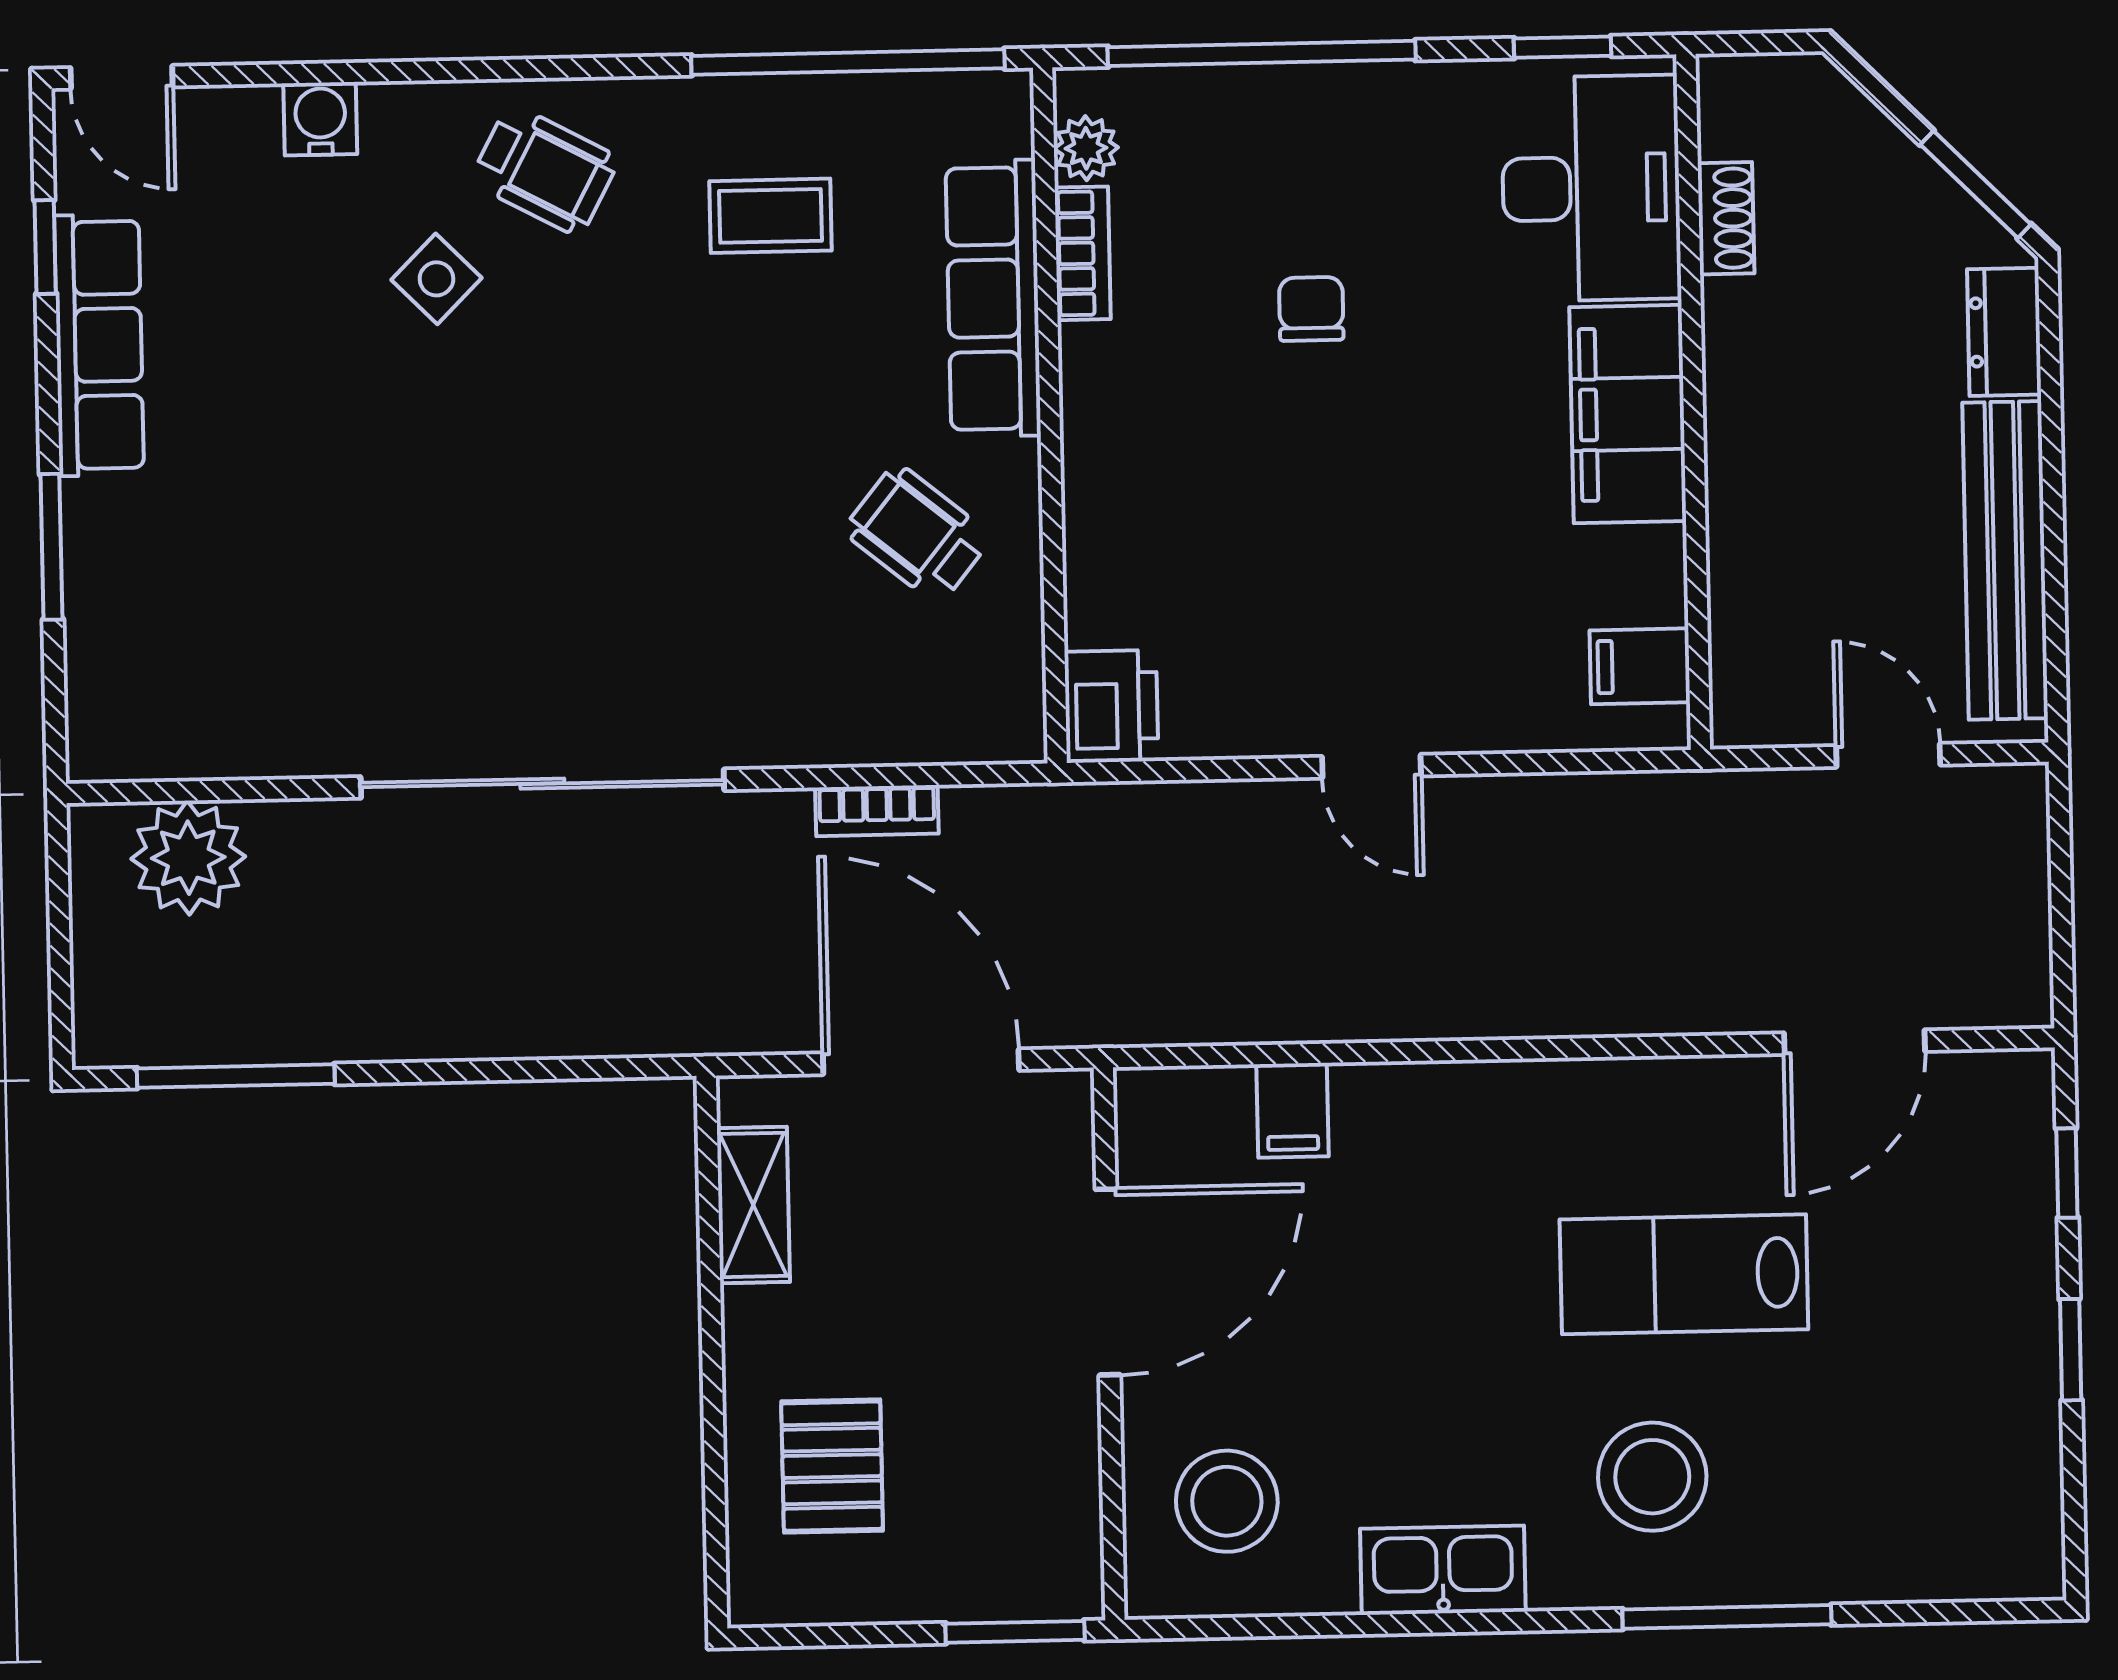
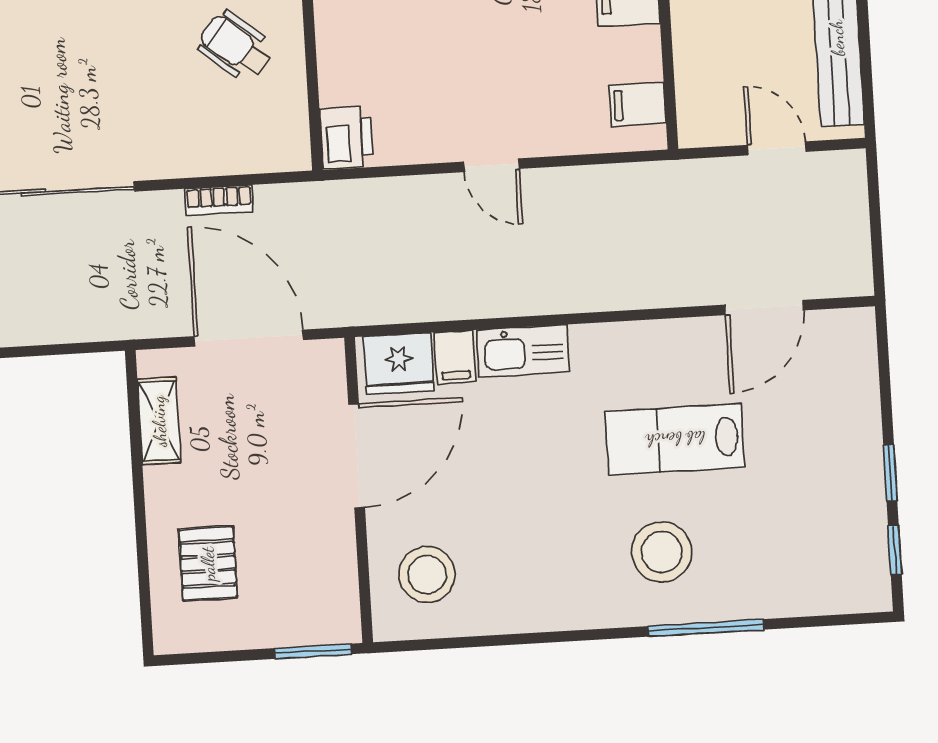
fridge: (1190, 1118) -> (399, 364), added
window: (2067, 1173) -> (895, 550), moved
kitchen sink: (1443, 1570) -> (523, 351), moved, turned 180

